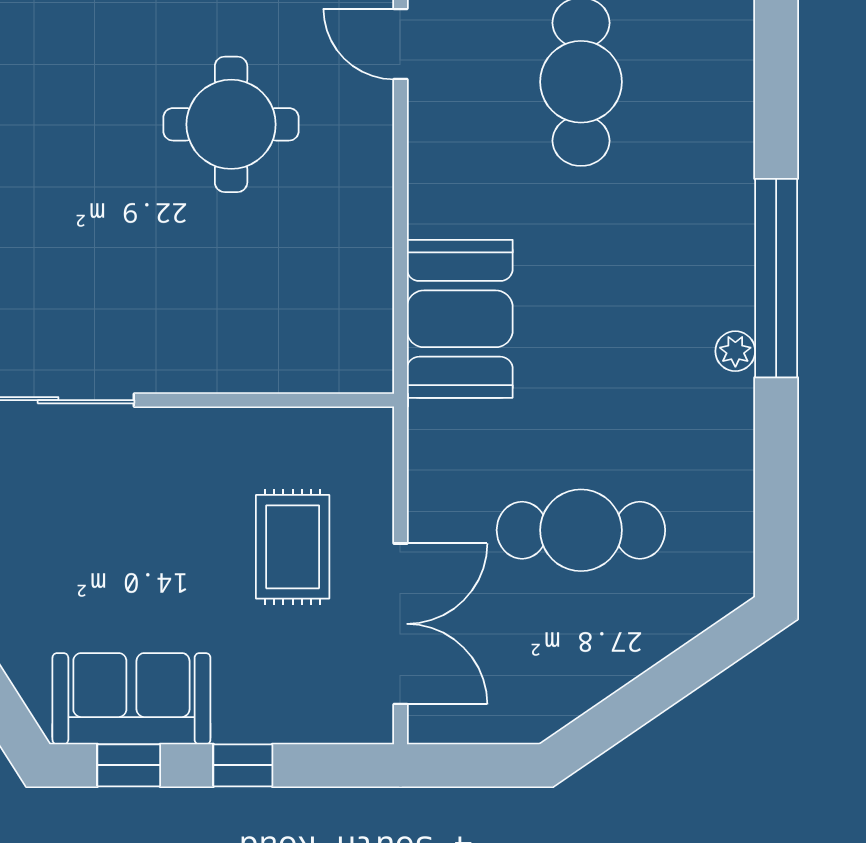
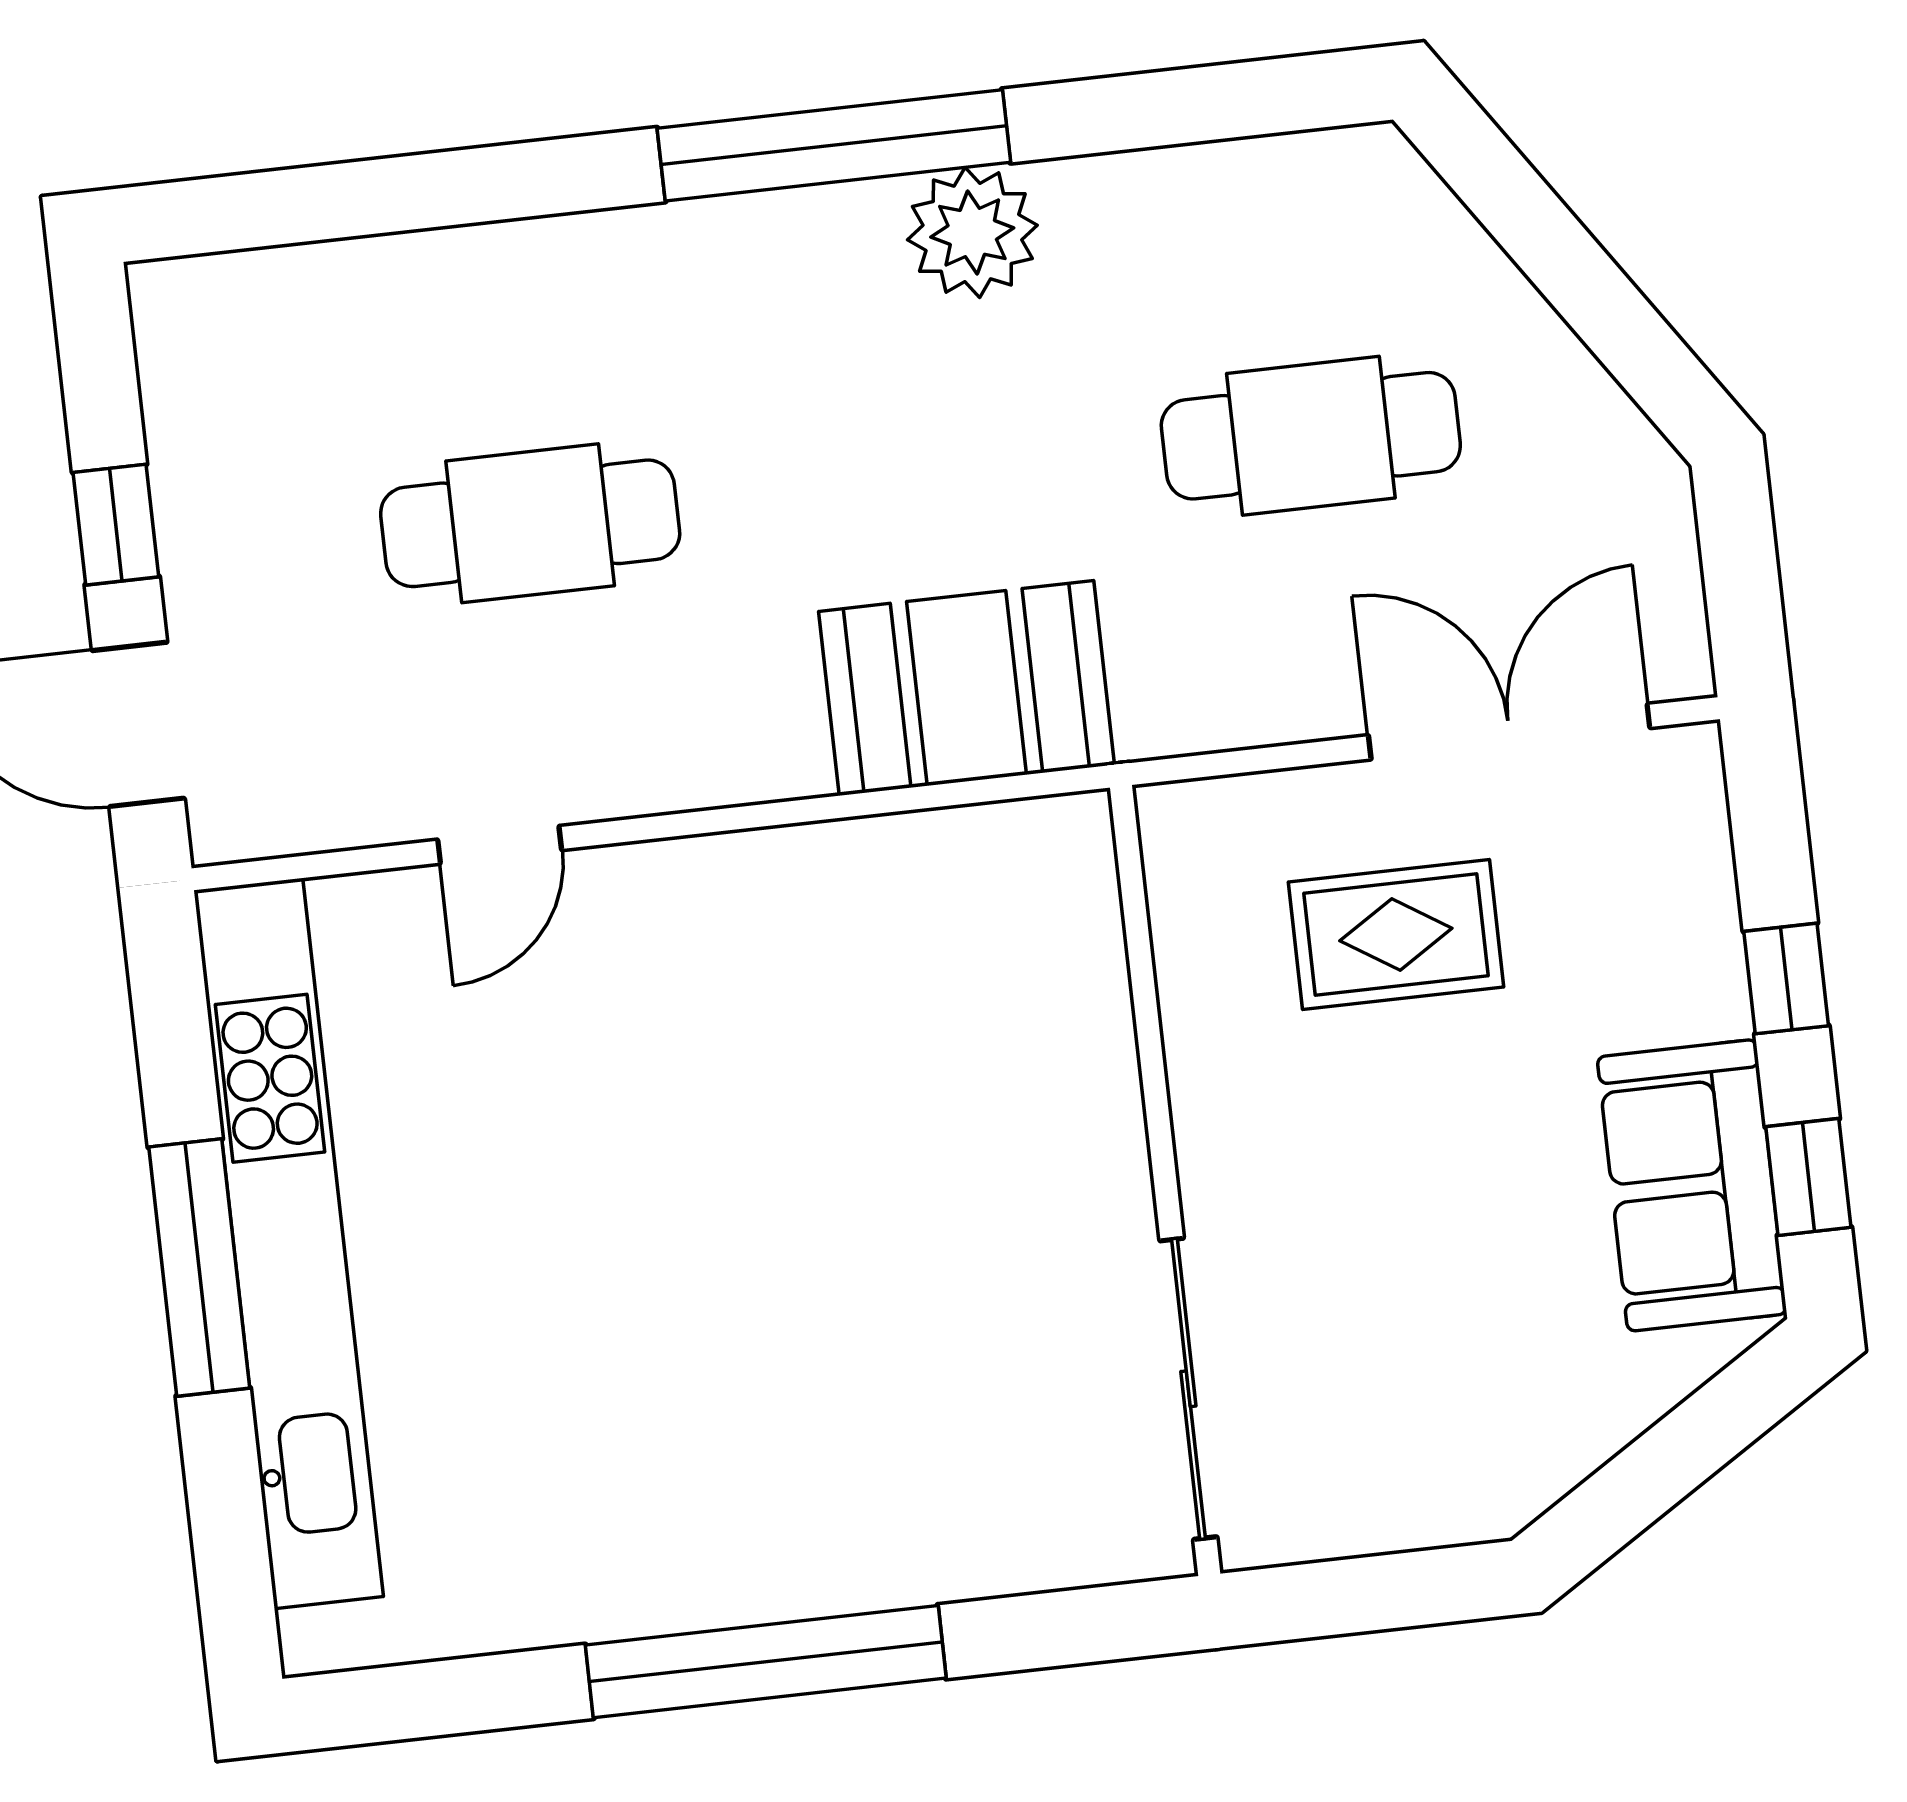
round table: (231, 124) -> (673, 1124), removed
plant: (735, 351) -> (972, 232), width x1.88, depth x1.88
cafe table: (581, 530) -> (1311, 436), turned 90

